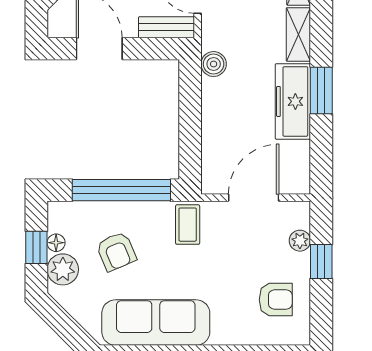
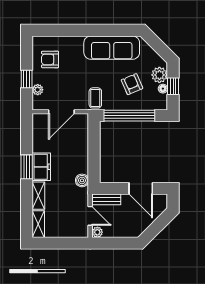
freezer: (293, 101) -> (41, 167), width x0.71

